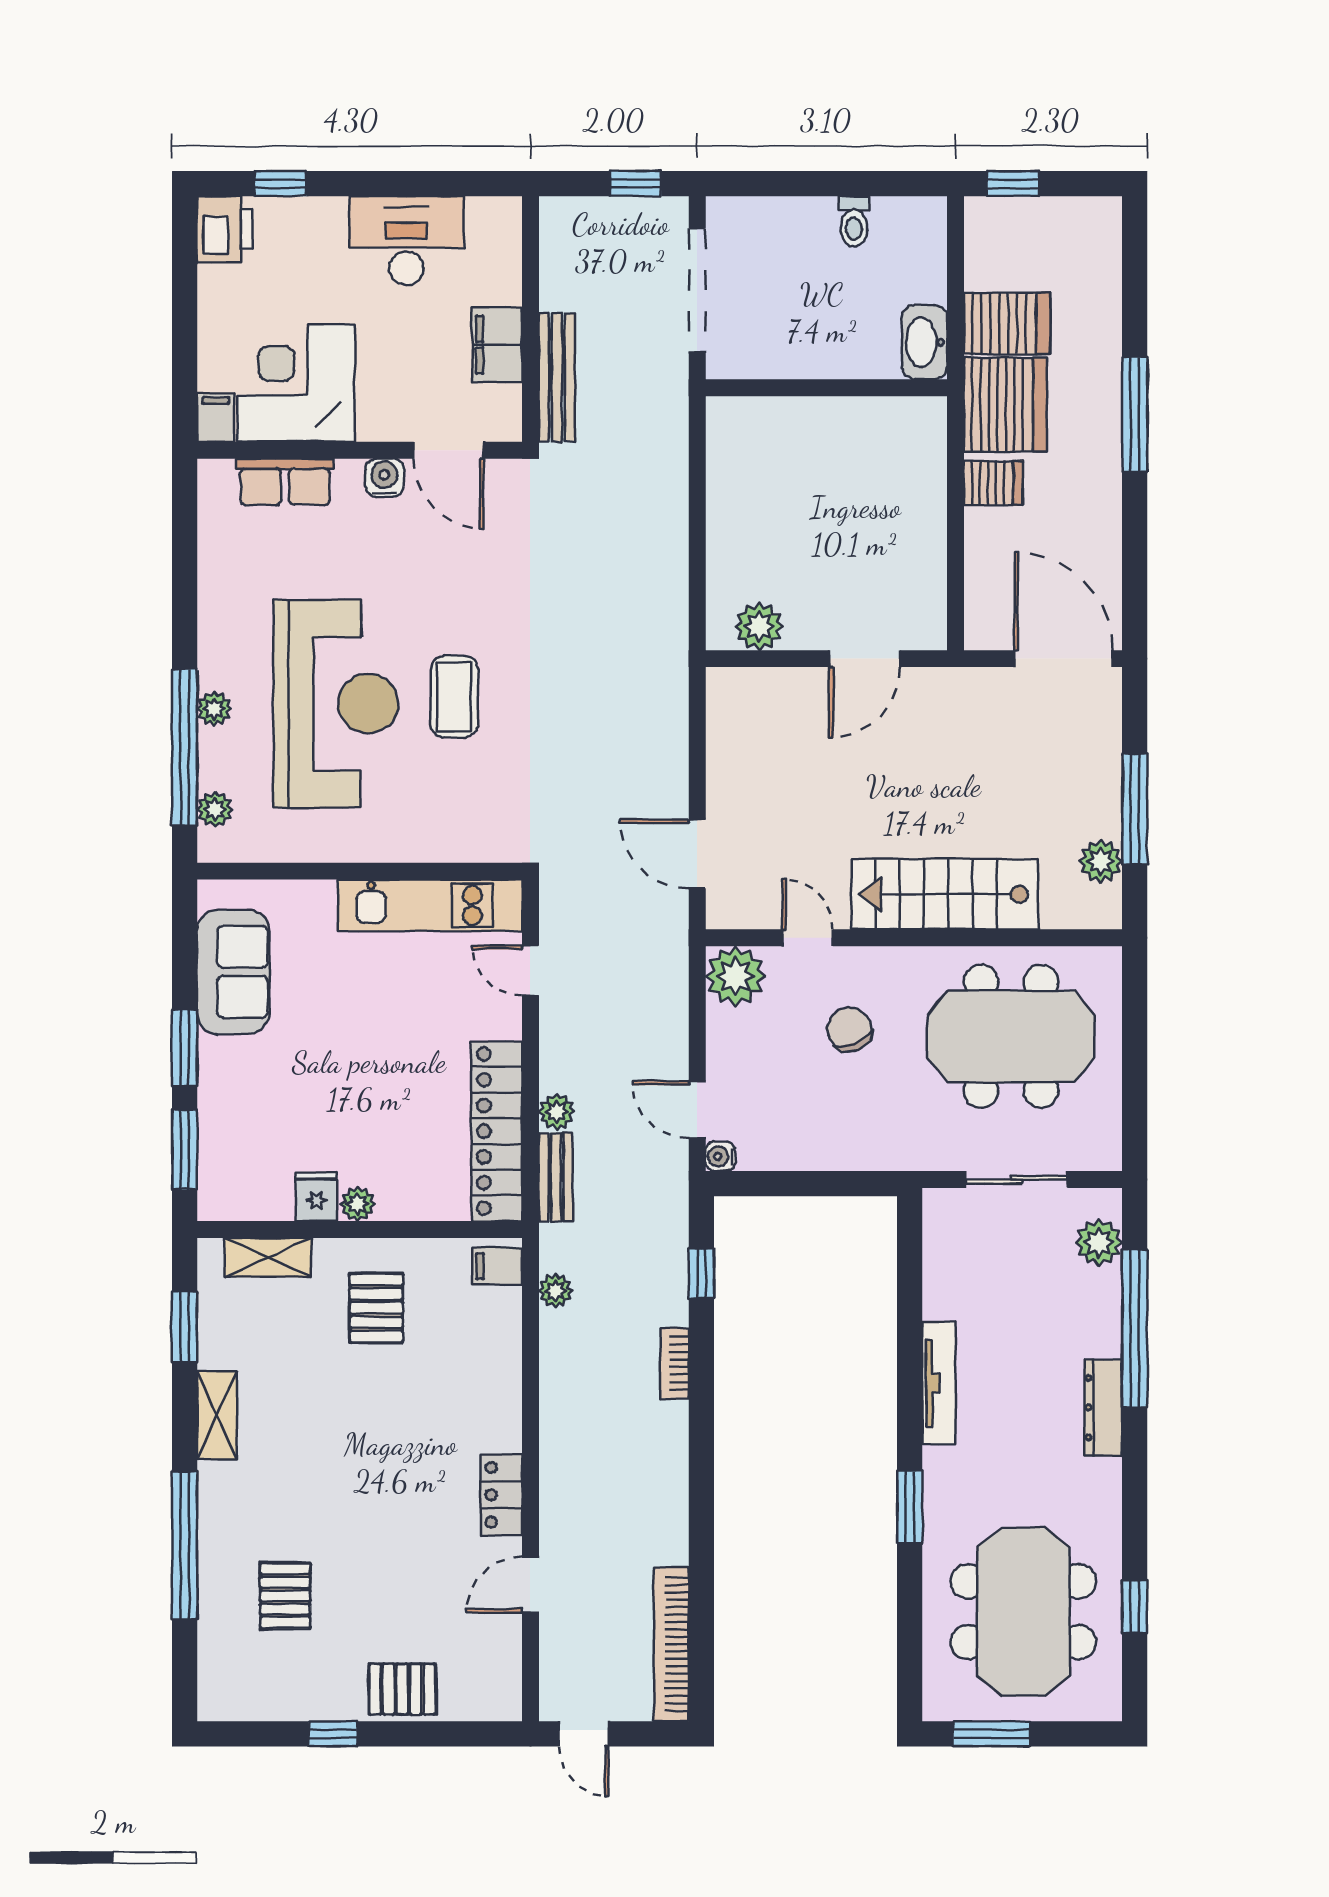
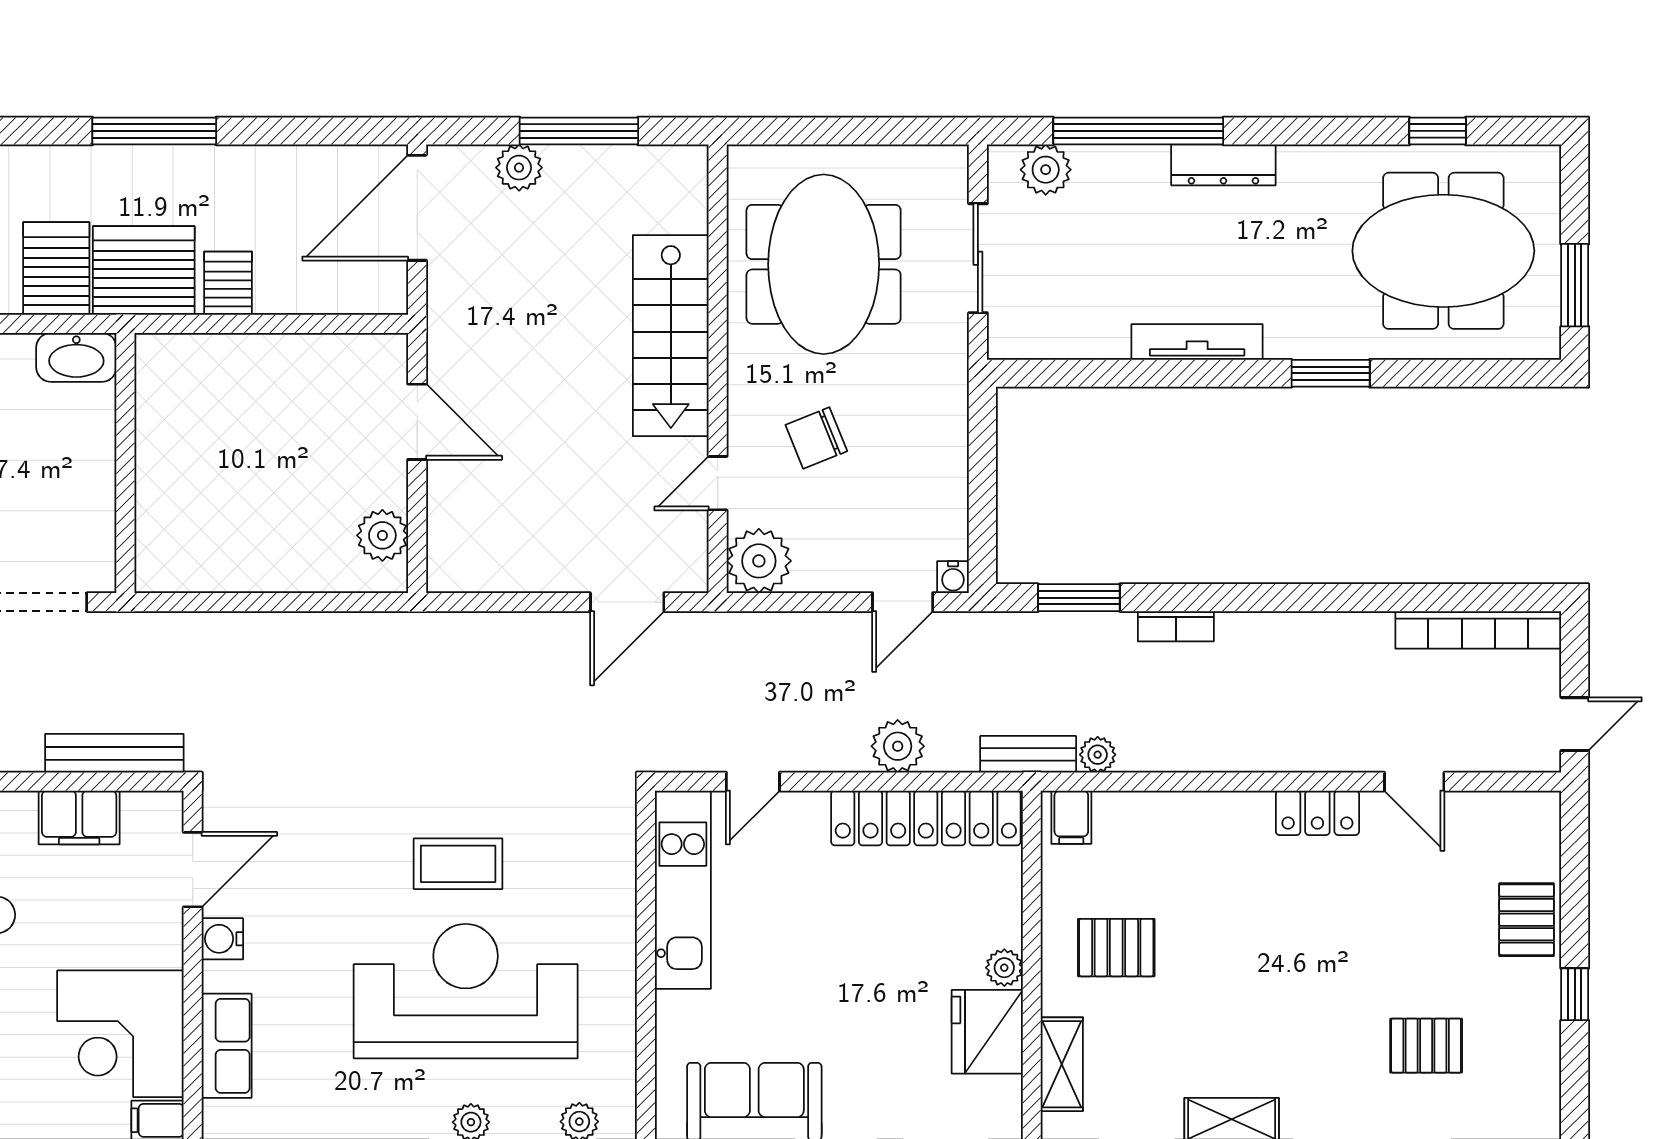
plant: (1101, 861) -> (519, 168), moved
plant: (557, 1112) -> (898, 746), width x1.38, depth x1.38
bench: (556, 1177) -> (1028, 754), moved
fridge: (316, 1197) -> (987, 1032), width x1.88, depth x1.34
window: (701, 1273) -> (1079, 598), width x1.50

